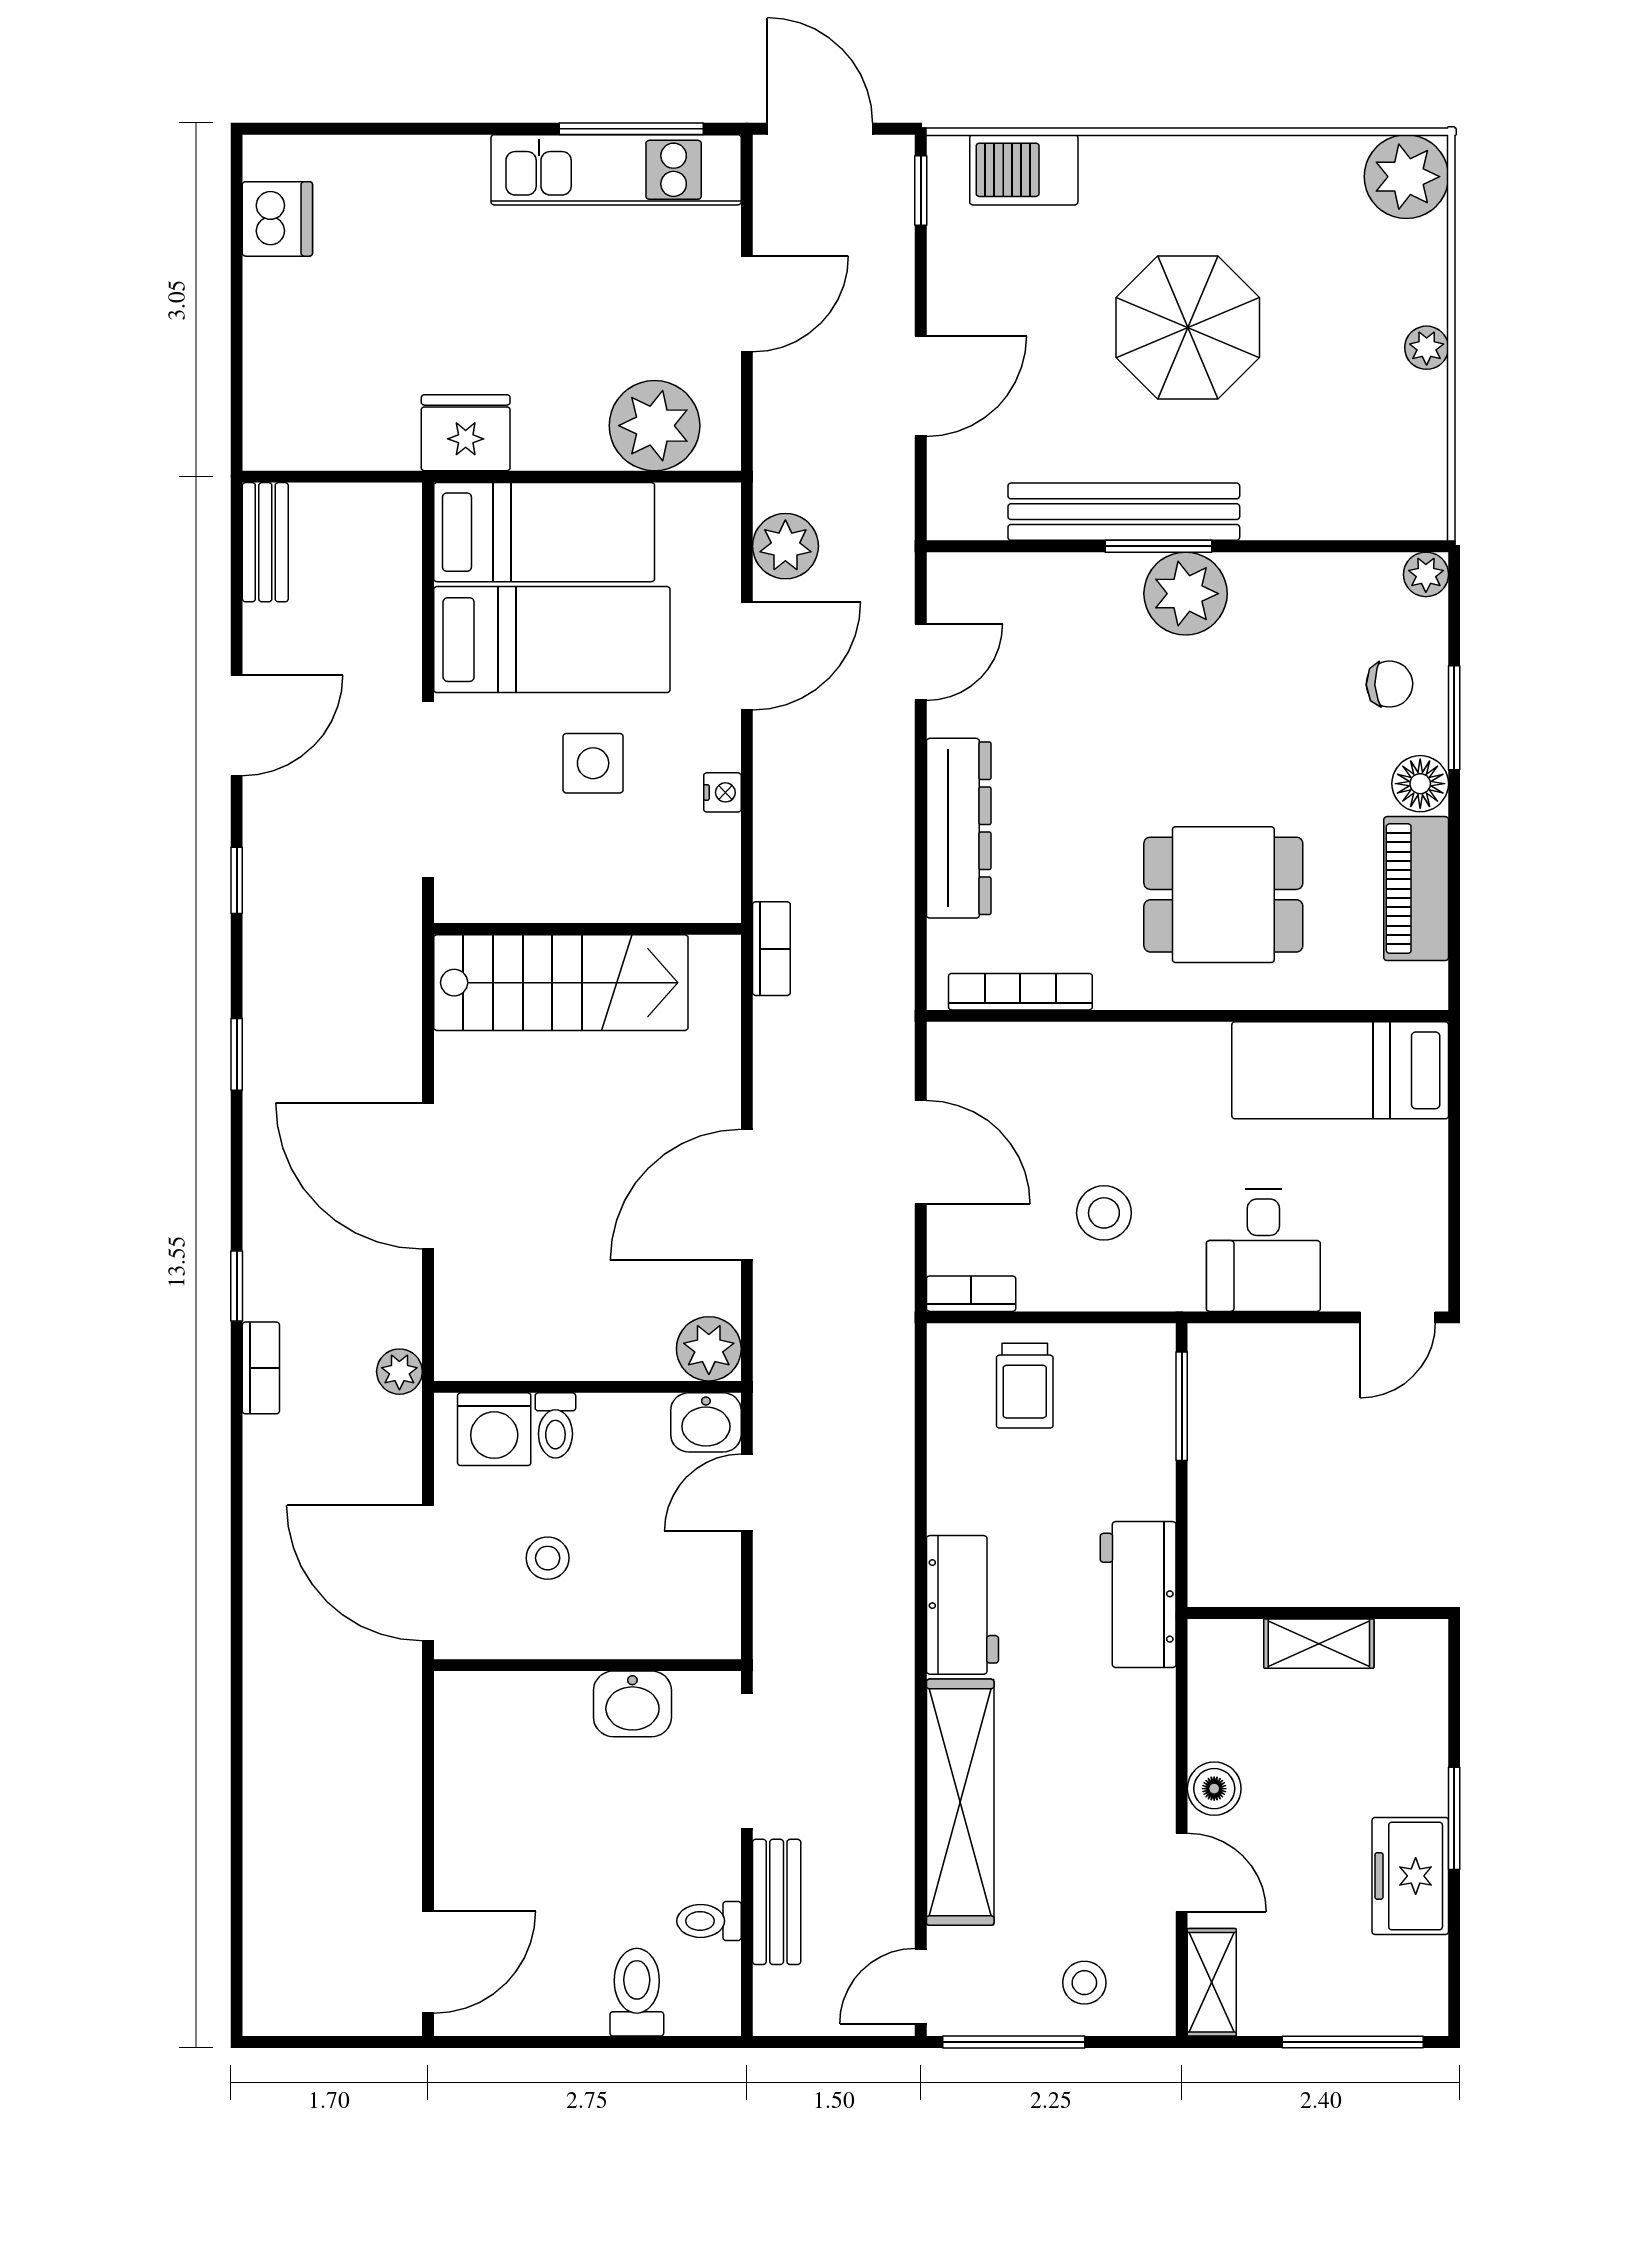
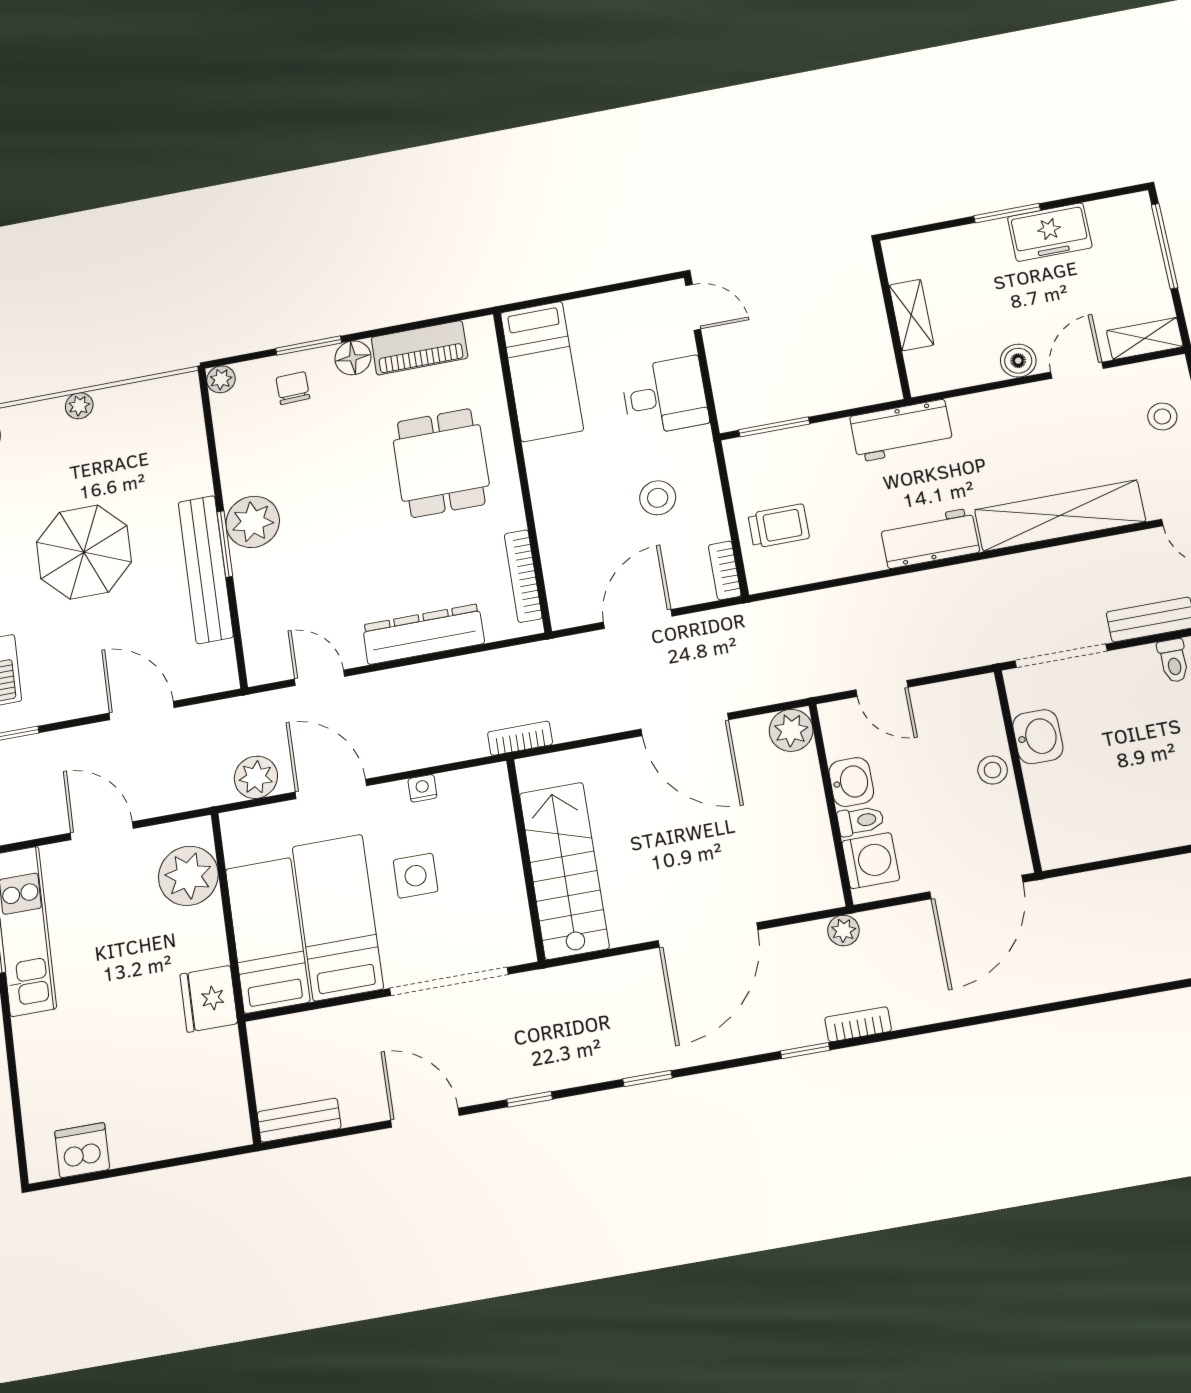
washbasin: (706, 1422) -> (851, 782), moved
stool: (548, 1558) -> (993, 770), moved

